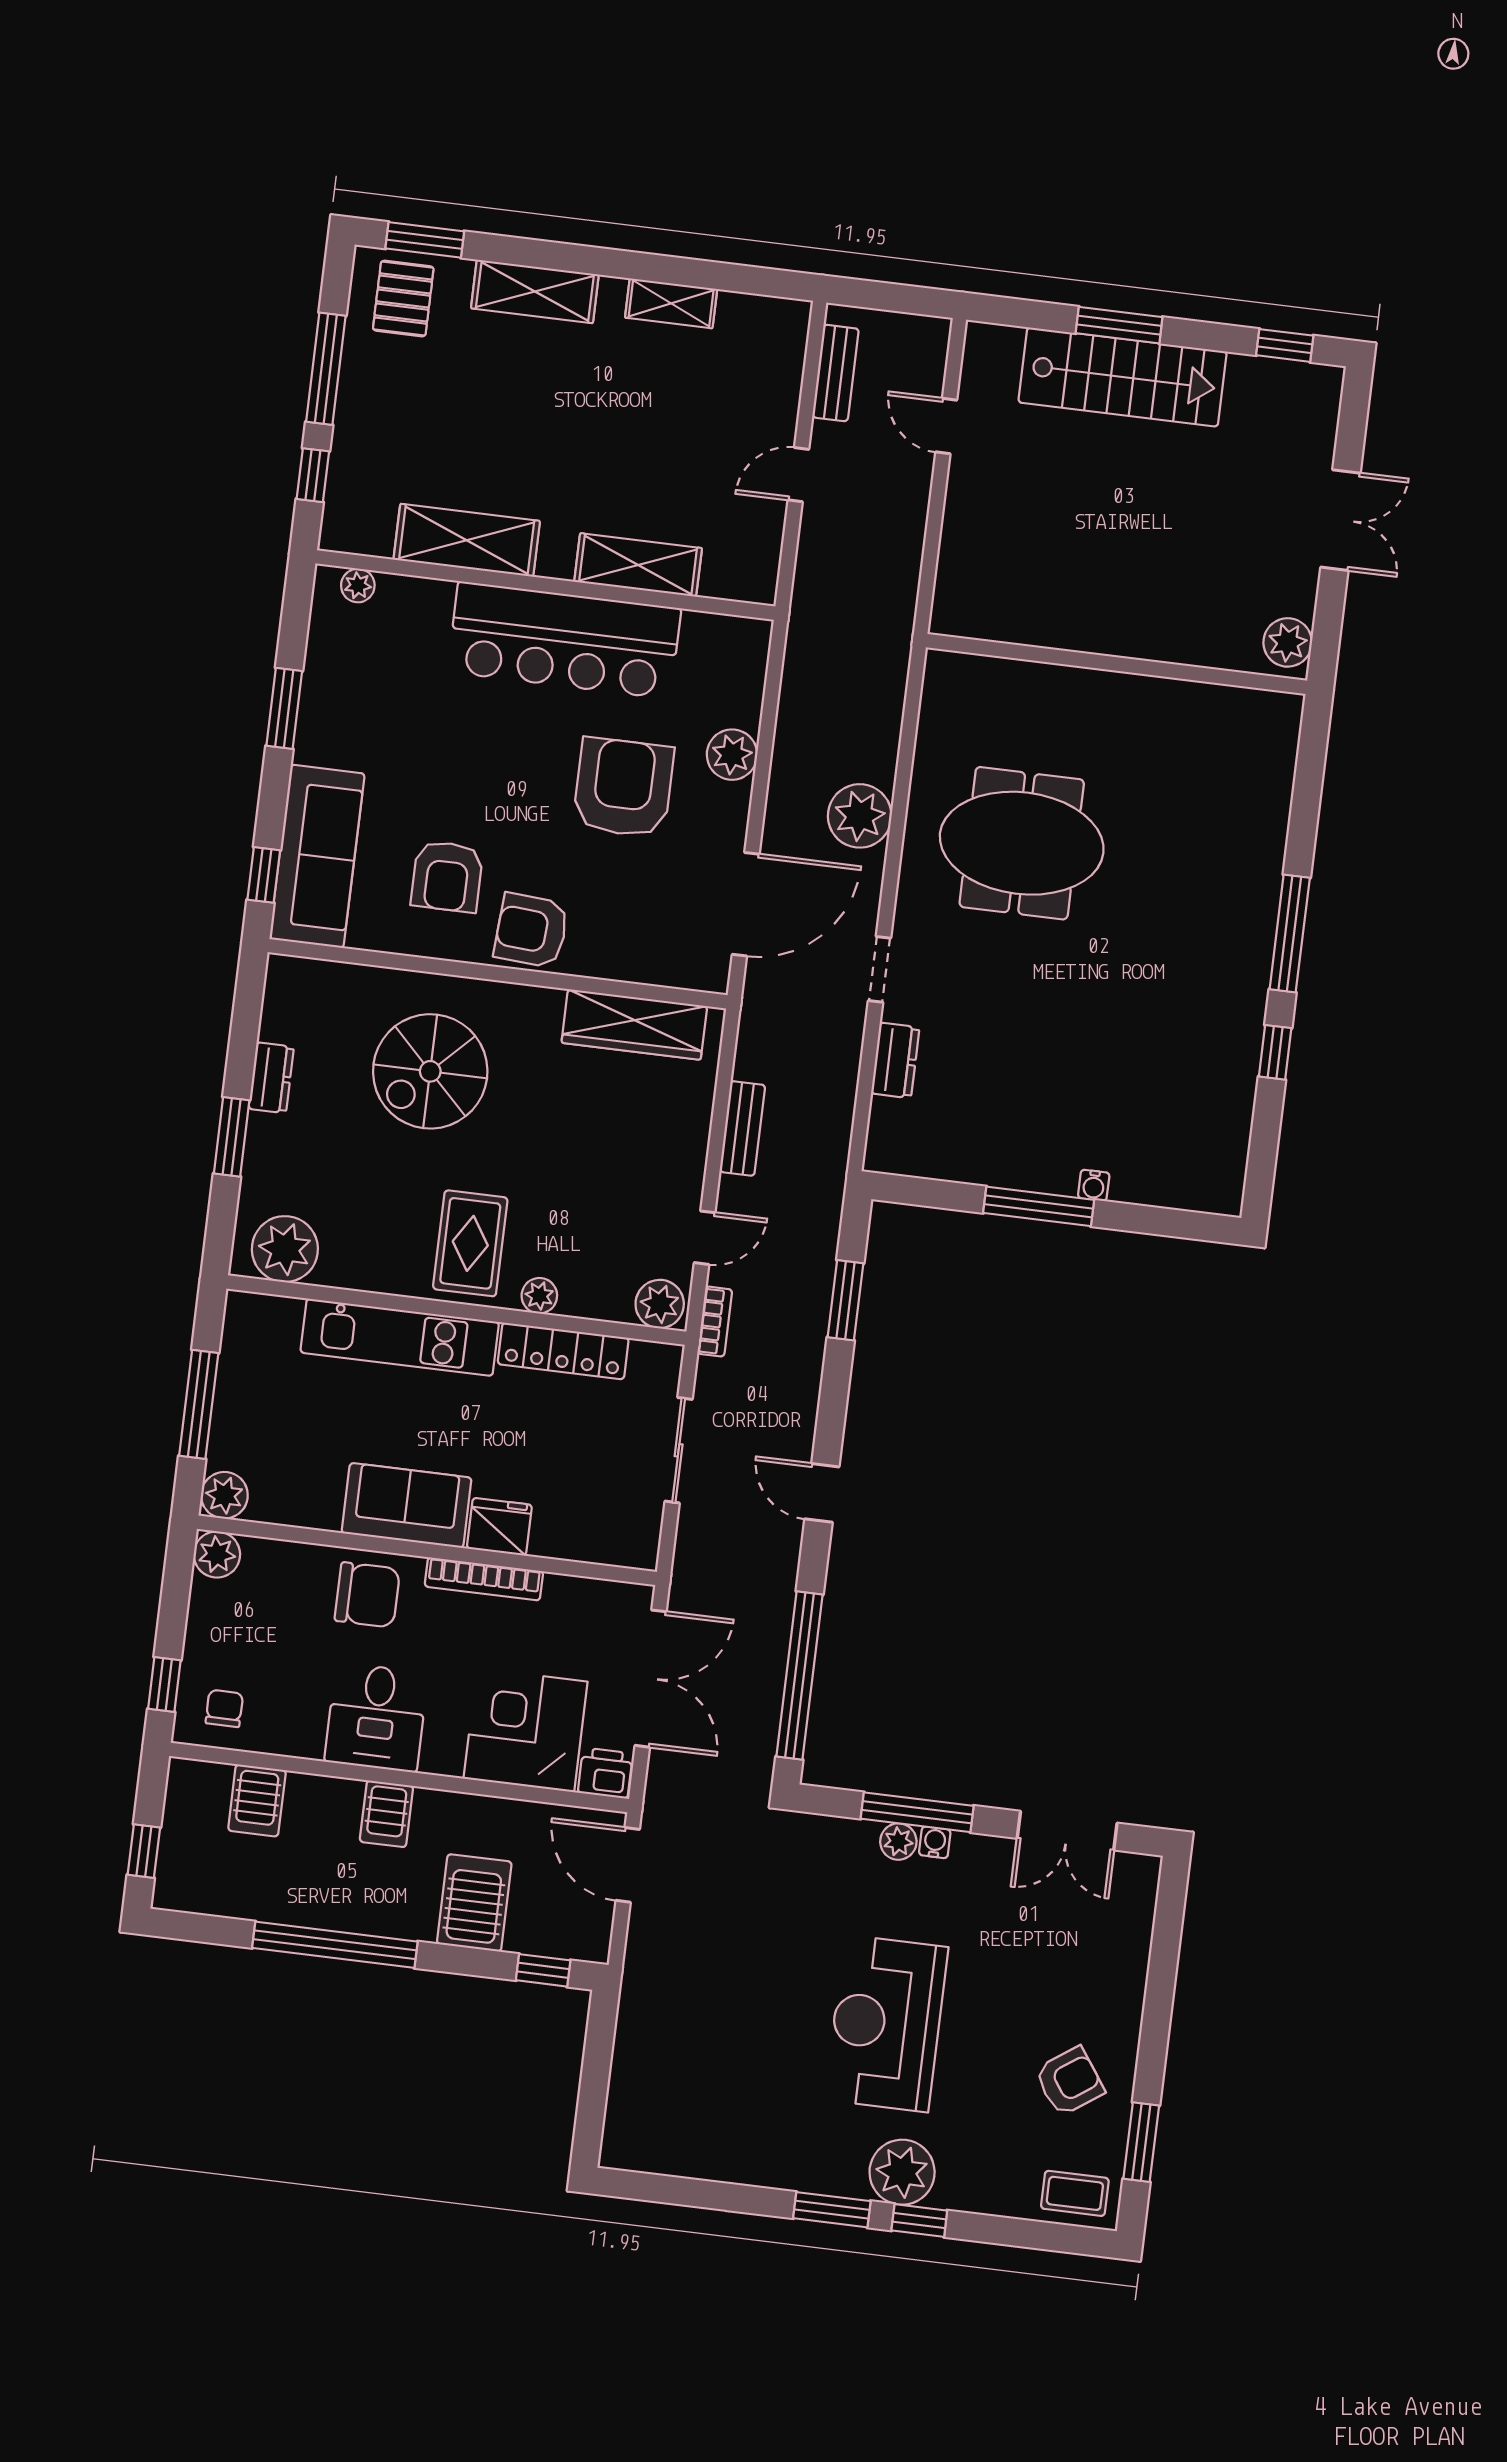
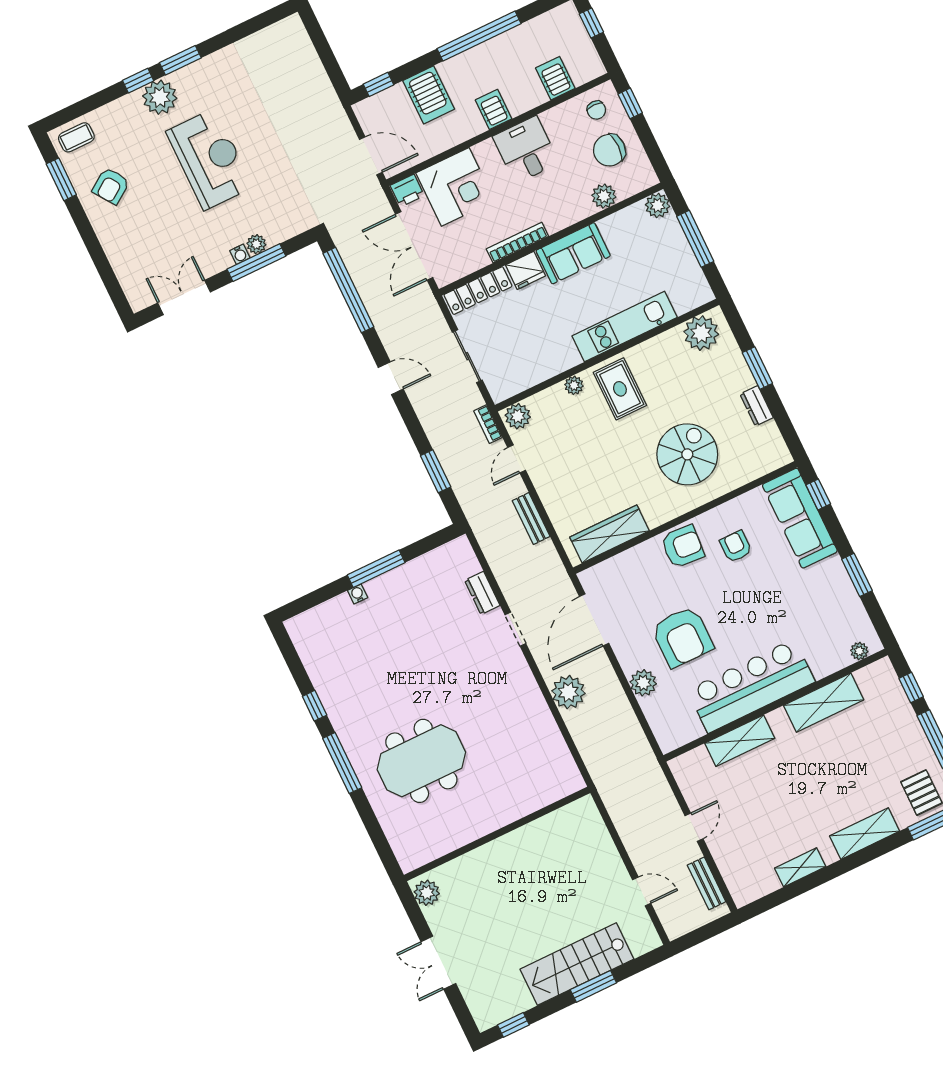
meeting table: (1022, 843) -> (421, 761), moved
armchair: (447, 876) -> (736, 546), width x0.72, depth x0.72
locker: (563, 1351) -> (478, 291), moved, turned 180
plant: (217, 1554) -> (604, 196), moved
chair: (367, 1595) -> (609, 150), moved

